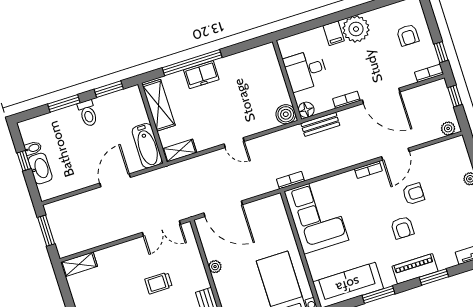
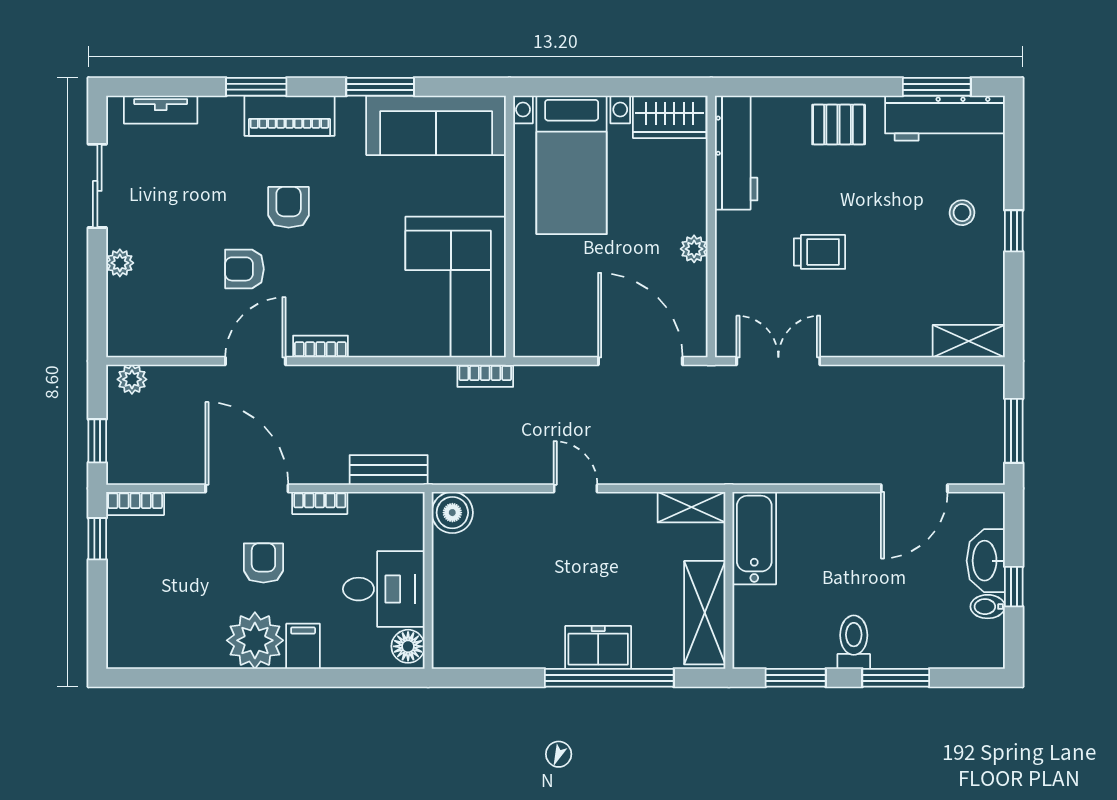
armchair: (408, 35) -> (263, 563), moved
floor lamp: (306, 110) -> (408, 646), moved
door: (115, 180) -> (914, 488), moved

